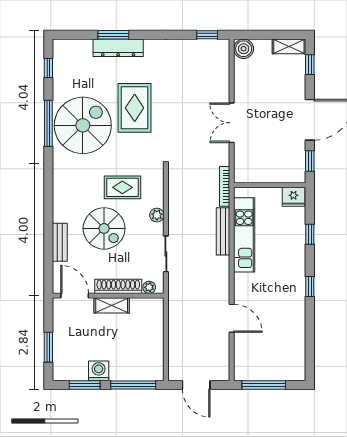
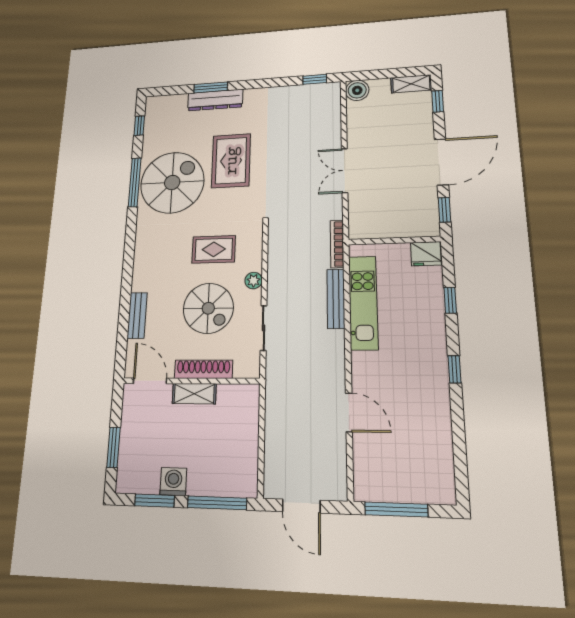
spiral stairs: (104, 228) -> (208, 308), moved
plant: (149, 287) -> (242, 370), removed

